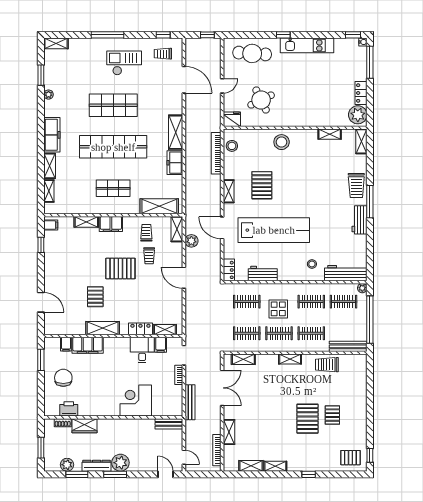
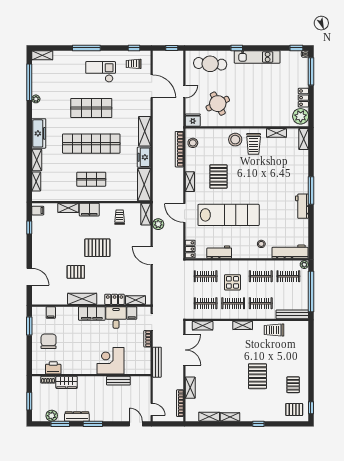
window: (41, 75) -> (29, 82), width x2.11
trolley: (356, 185) -> (254, 144), moved
shelving: (159, 206) -> (144, 185), moved, turned 90
trolley: (149, 256) -> (122, 237), removed
pallet: (95, 297) -> (76, 272), turned 90
filing cabinet: (88, 345) -> (92, 313), moved
pallet: (332, 415) -> (293, 385), moved
bench: (169, 424) -> (118, 381), moved
plant: (120, 463) -> (97, 414), removed

